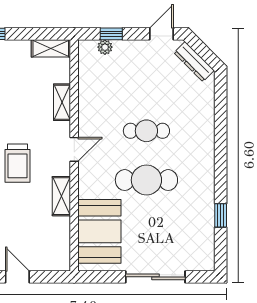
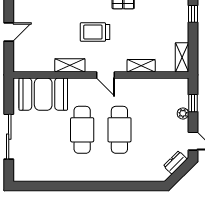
plant: (105, 47) -> (183, 113), moved
dresser: (194, 62) -> (175, 162), width x0.70
cafe table: (146, 131) -> (119, 130), width x1.37, depth x1.35
window: (221, 215) -> (55, 186), removed

